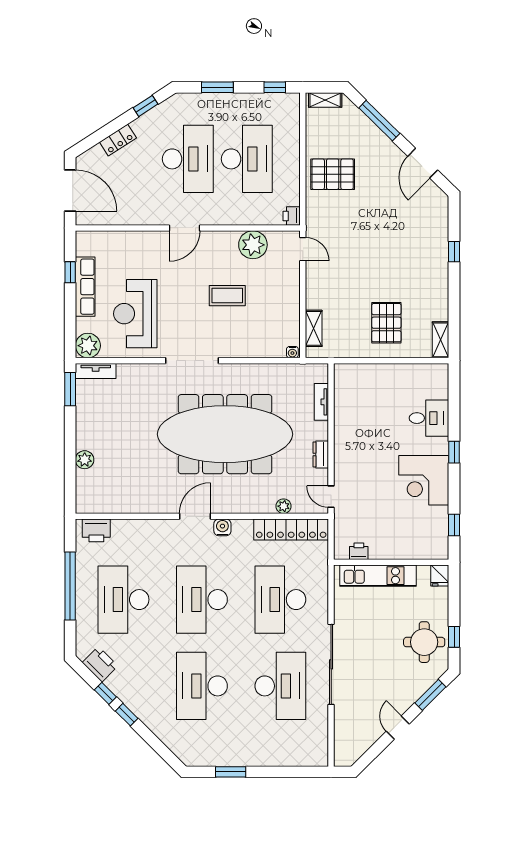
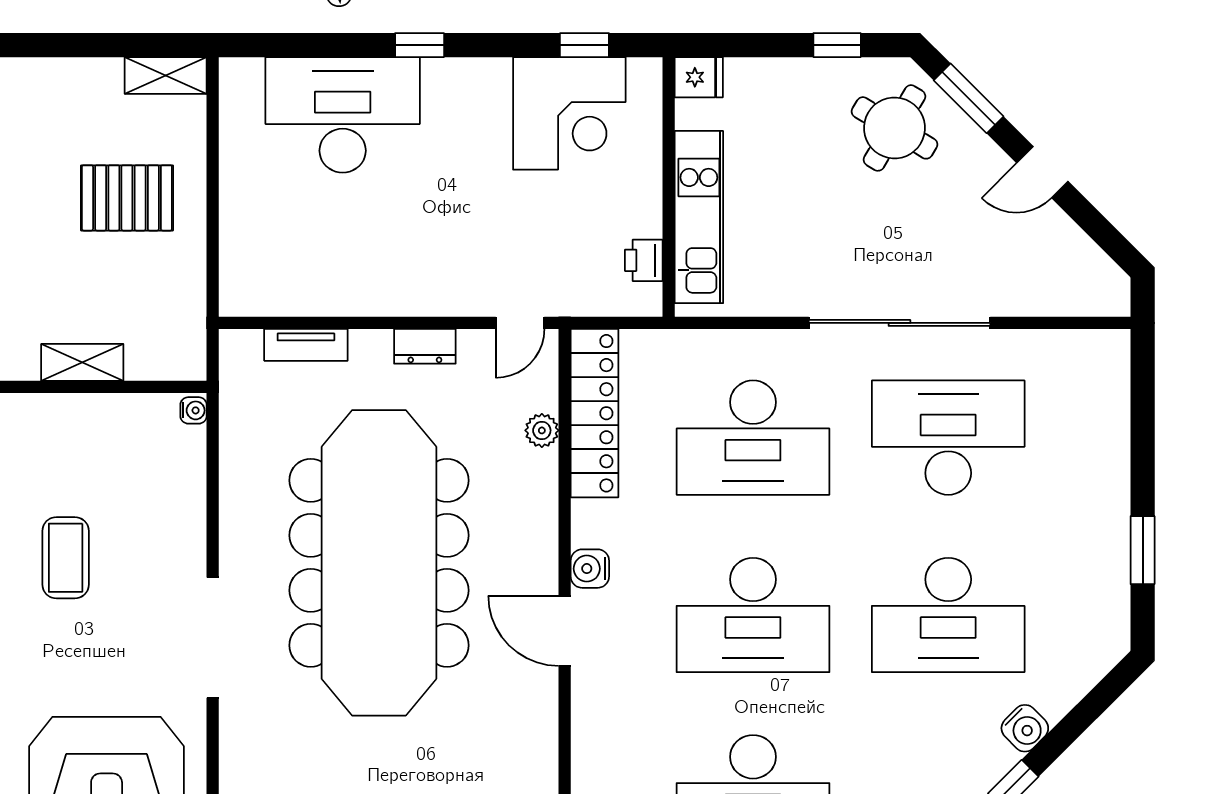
shelving: (314, 328) -> (82, 362), moved
desk: (429, 418) -> (343, 115), width x1.87, depth x1.30
corner desk: (424, 480) -> (569, 113), moved
round table: (424, 642) -> (894, 128), moved, turned 31
water cooler: (152, 720) -> (1025, 728), added

